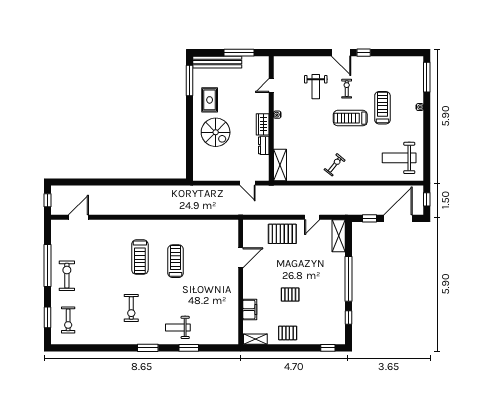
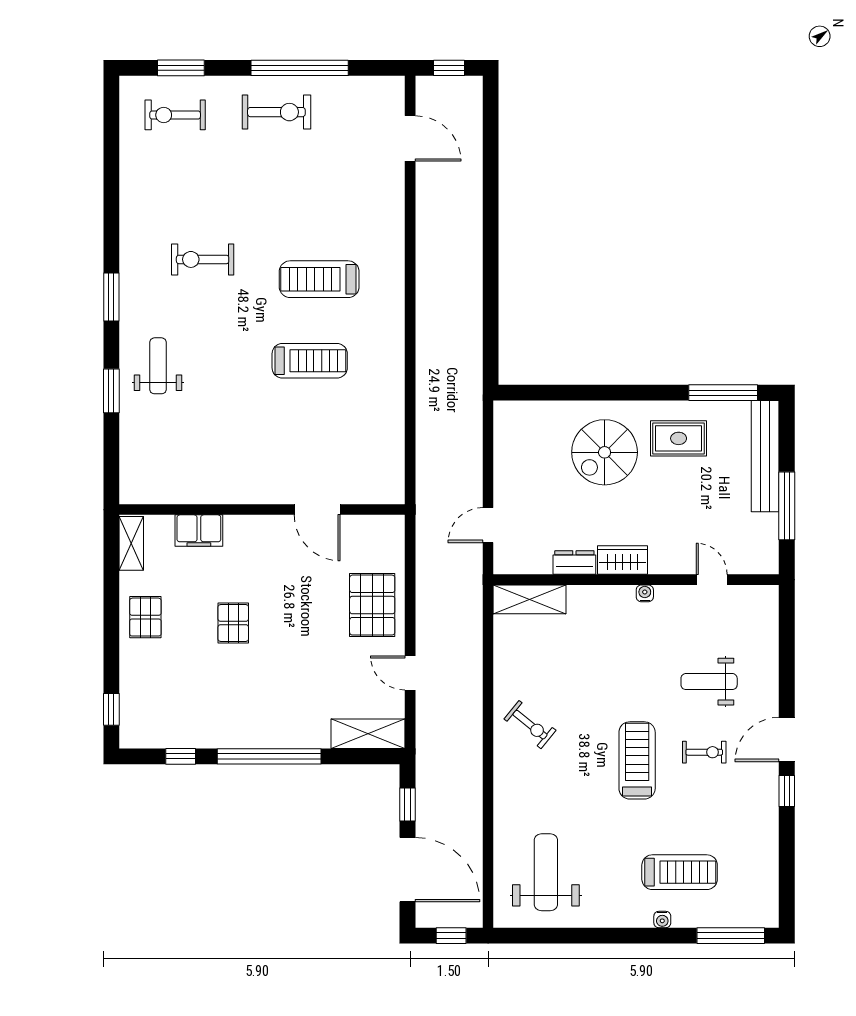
treadmill: (382, 108) -> (680, 872), moved

